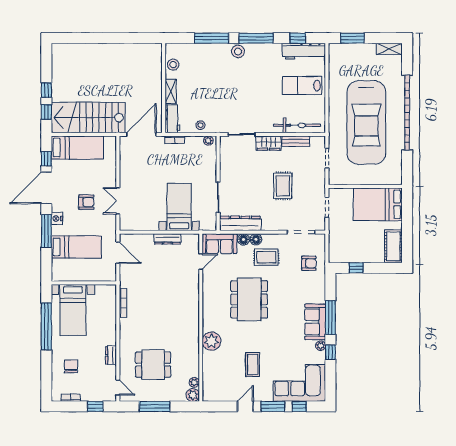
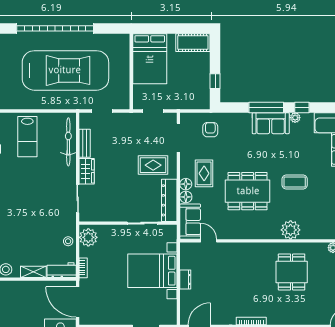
plant: (208, 141) -> (88, 237), width x1.88, depth x1.88
rug: (283, 186) -> (153, 165), moved
bed with nightstands: (179, 207) -> (152, 271), width x1.36
dresser: (167, 239) -> (185, 279), width x0.70
dining table: (153, 365) -> (292, 272), moved
coffee table: (253, 365) -> (295, 182), moved

